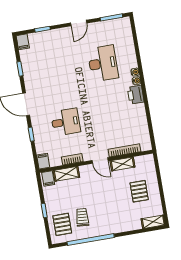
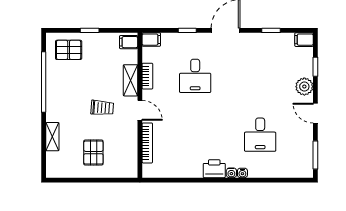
plant: (59, 35) -> (304, 87), added
desk: (103, 63) -> (260, 135), width x0.73
door: (100, 161) -> (140, 110), swing flipped
shelving: (123, 164) -> (131, 138), removed
shelving: (66, 174) -> (130, 80), moved
pallet: (139, 191) -> (93, 153), turned 90
trolley: (82, 217) -> (102, 108), moved
shelving: (153, 222) -> (52, 137), moved

